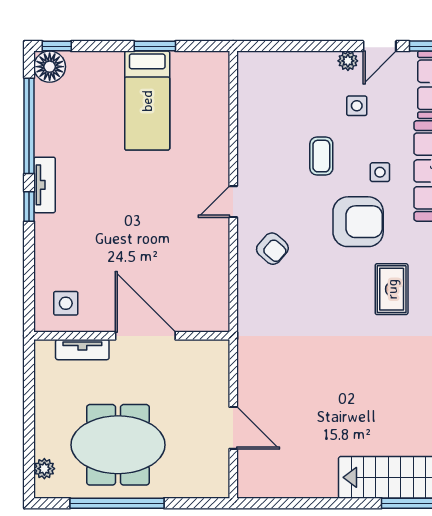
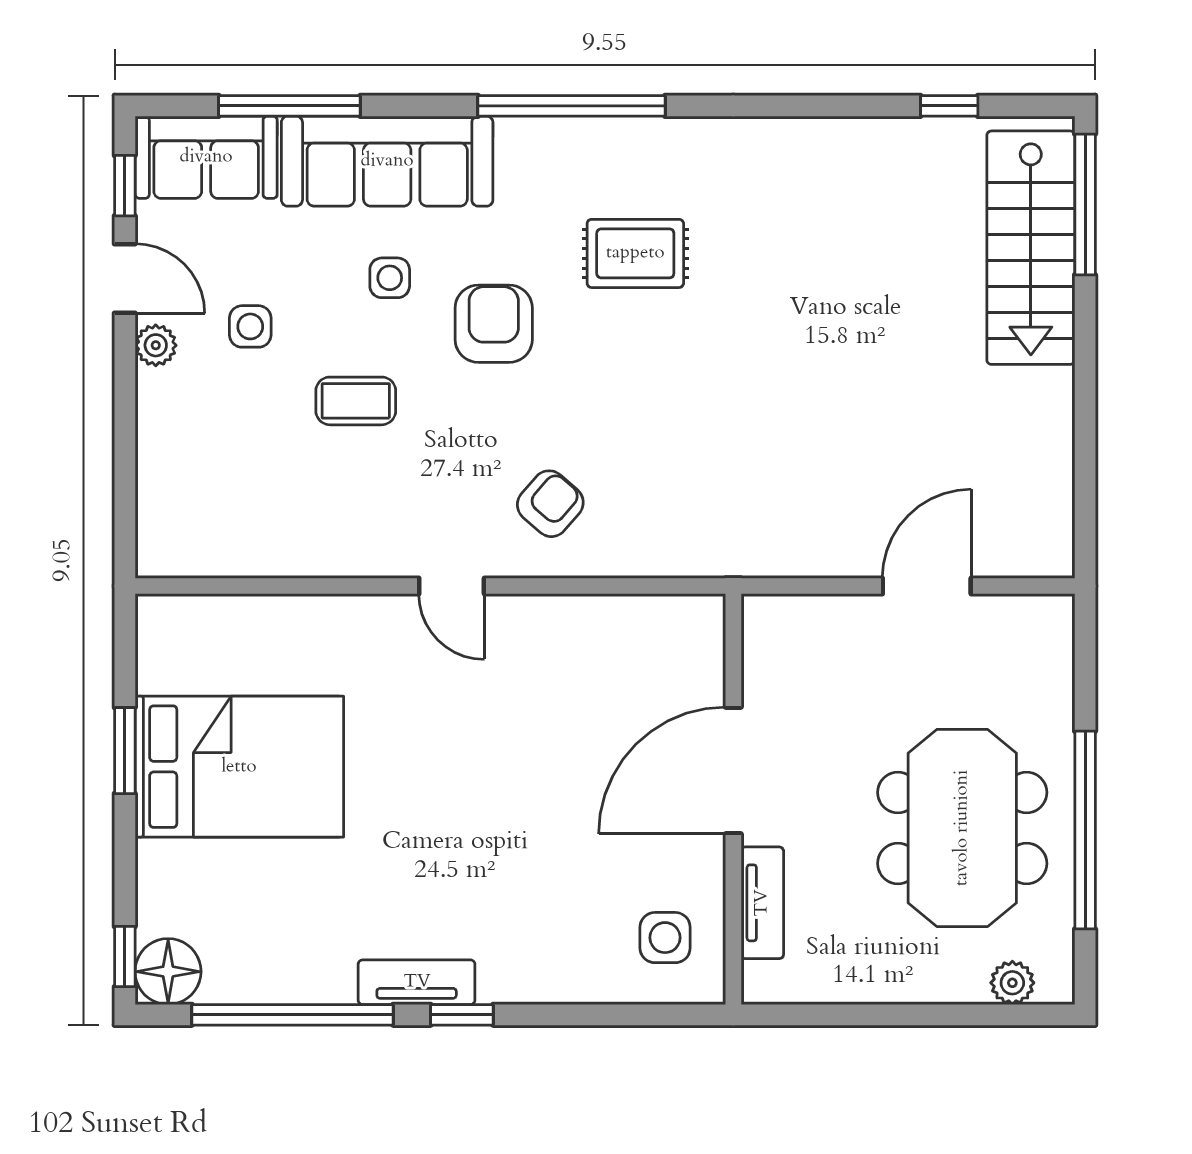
bed: (147, 101) -> (239, 767), width x1.50
armchair: (358, 222) -> (494, 324), width x0.73, depth x0.73

